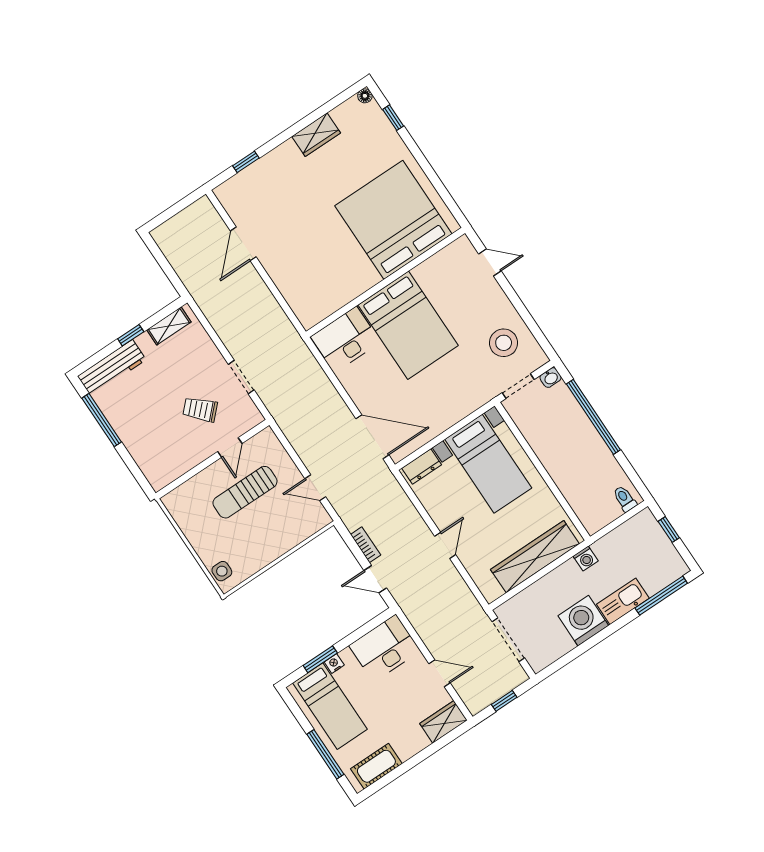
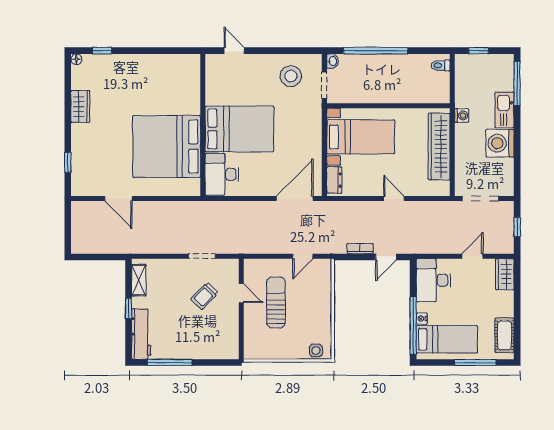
bed: (393, 220) -> (167, 147), moved
door: (490, 262) -> (234, 51), hinge flipped
sun lounger: (245, 492) -> (276, 302), turned 180
window: (320, 659) -> (413, 326), width x2.11

